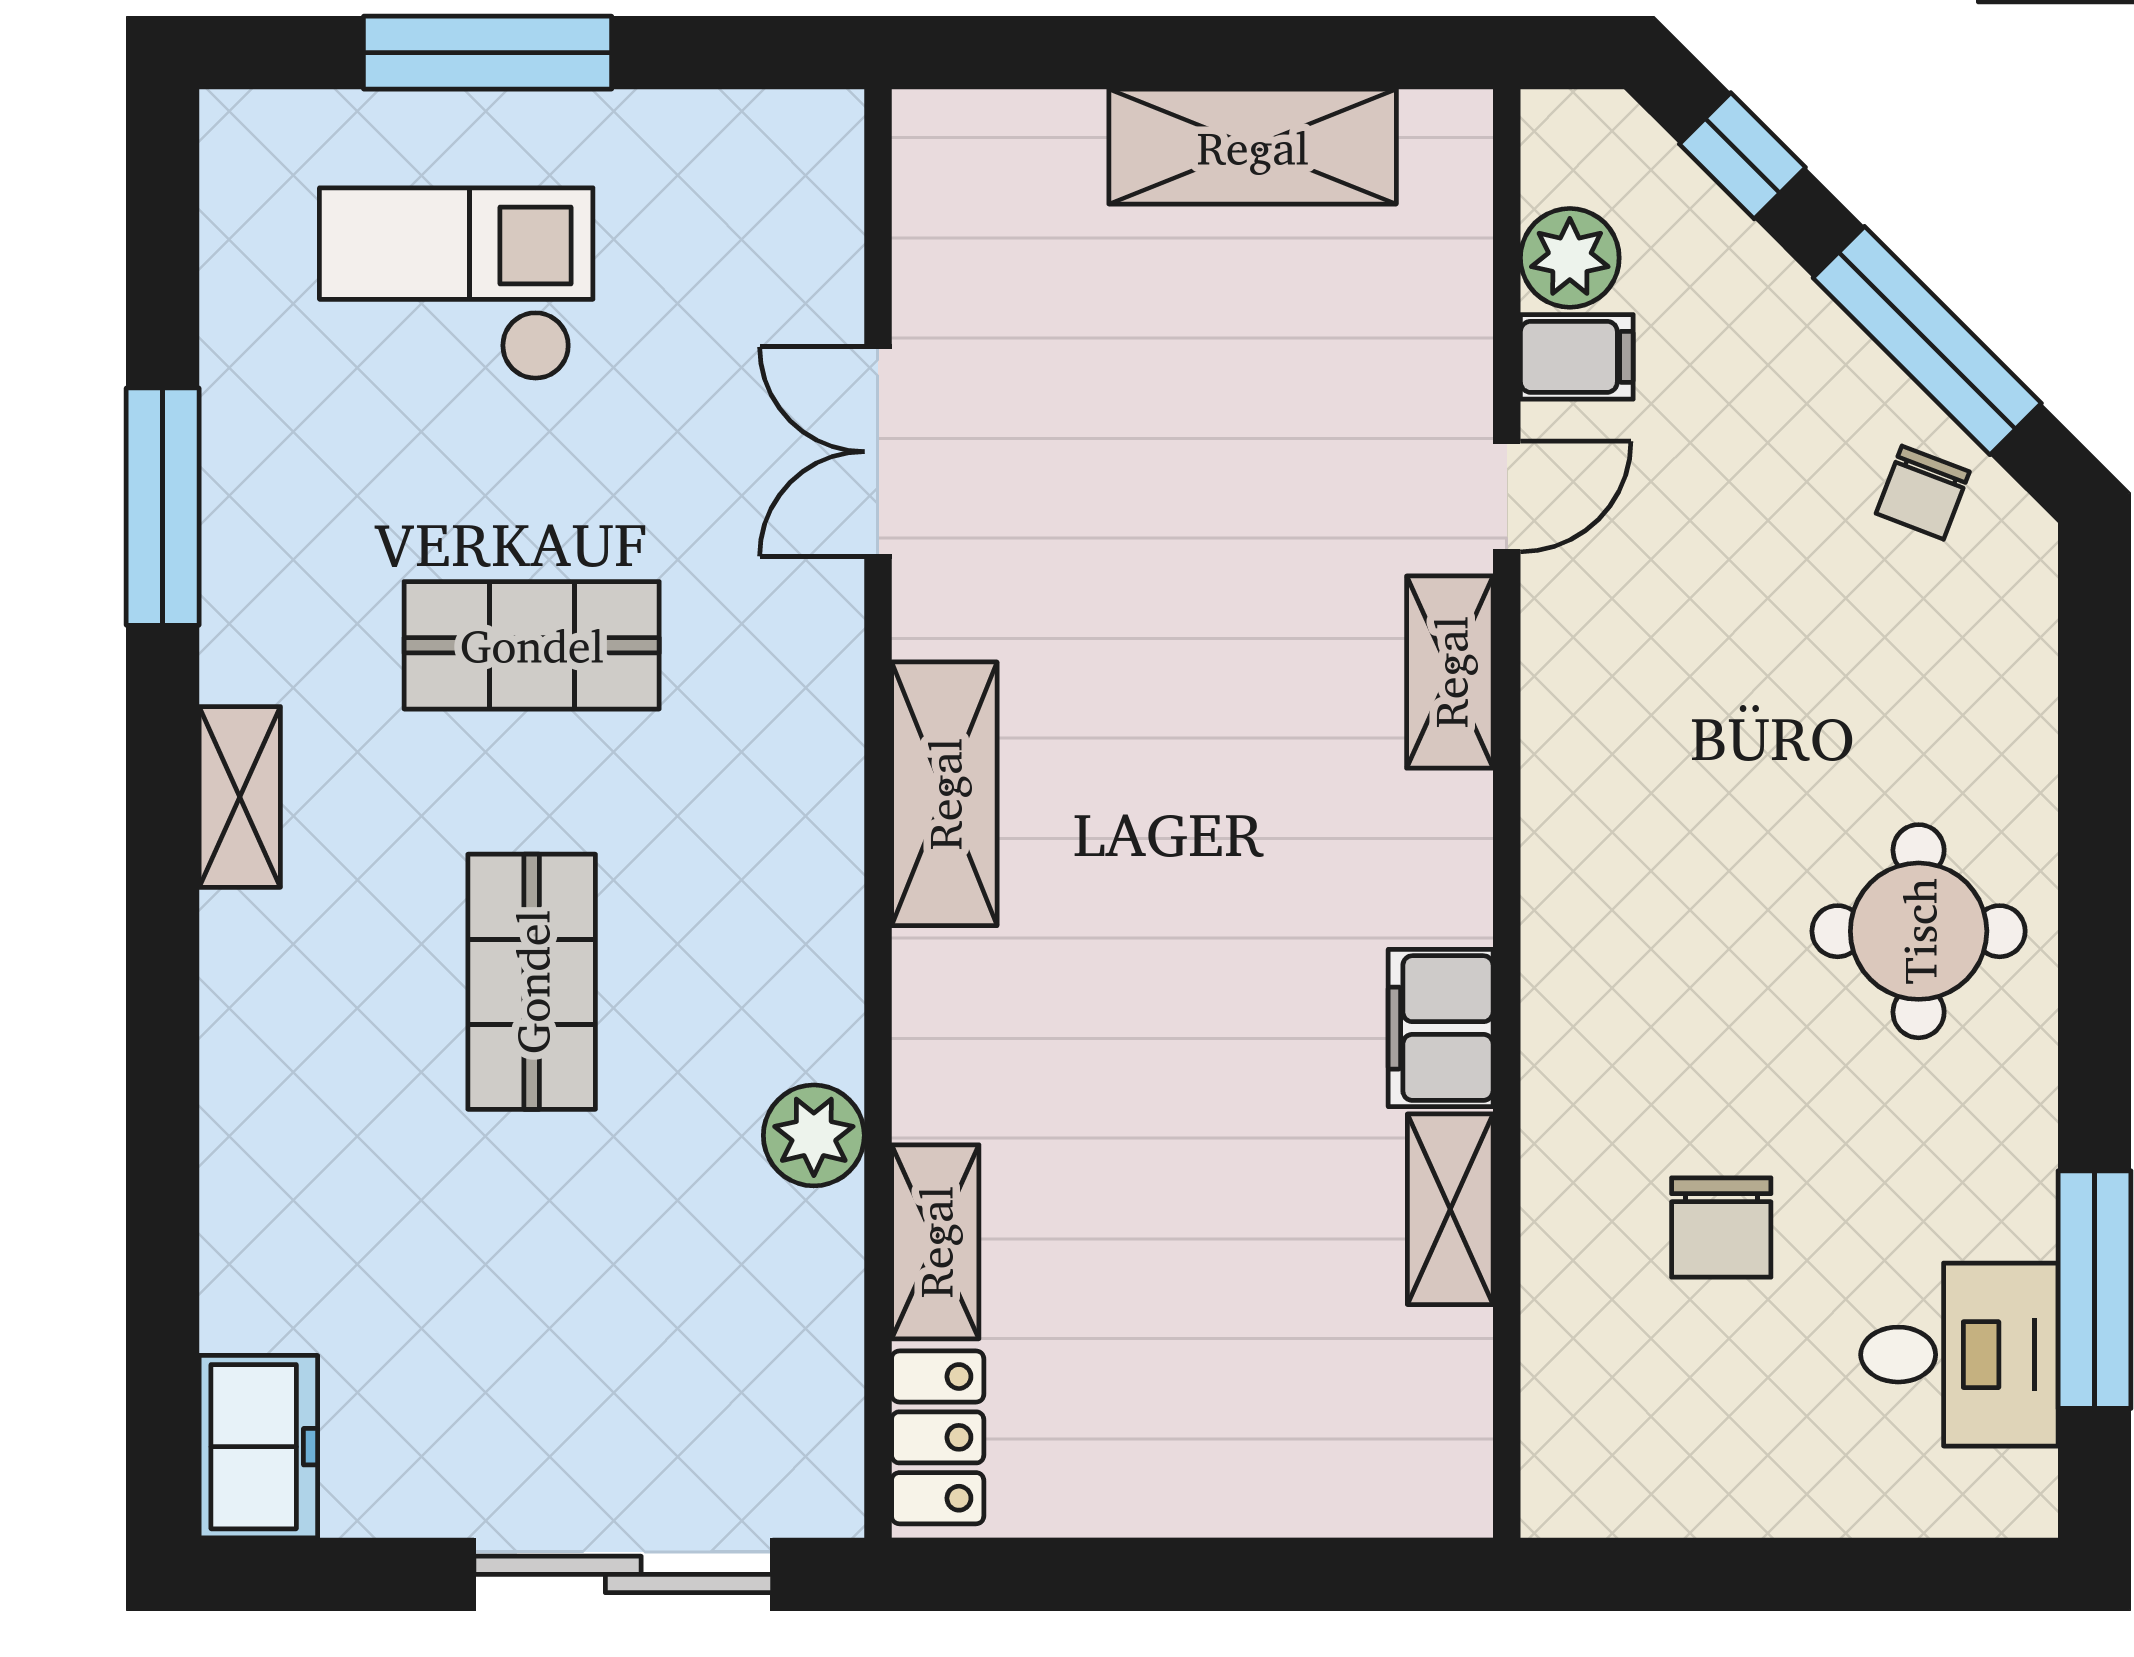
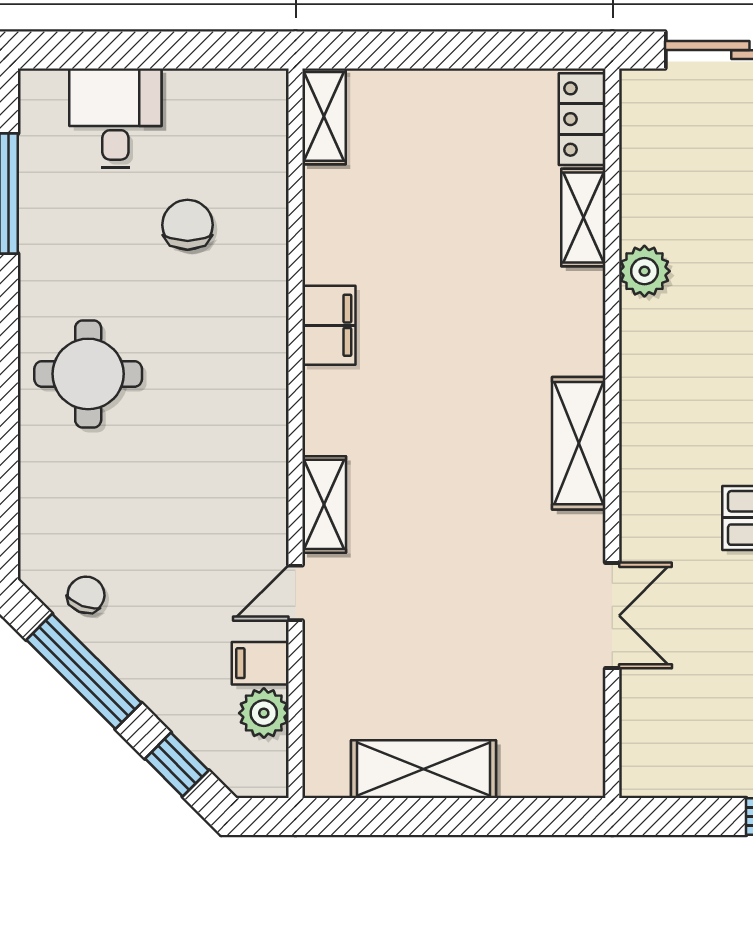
shelving: (1450, 1209) -> (324, 116), moved
desk: (1959, 1355) -> (115, 118), moved, turned 90

